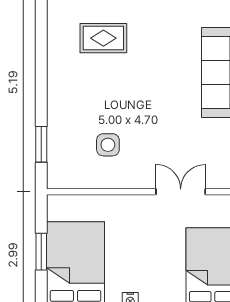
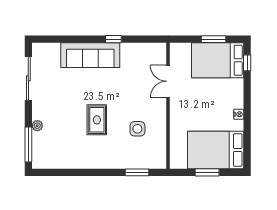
rug: (103, 38) -> (97, 120), moved

